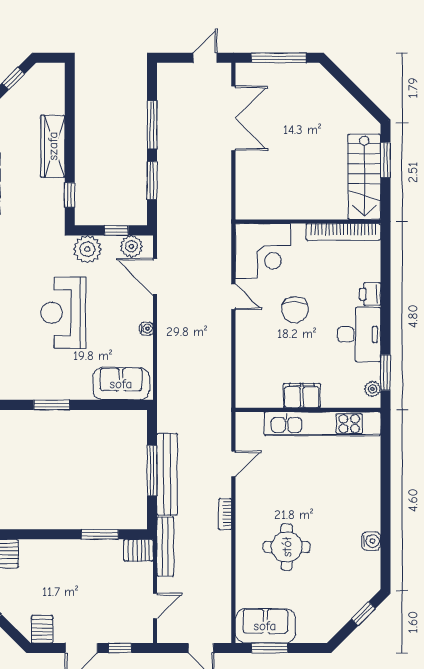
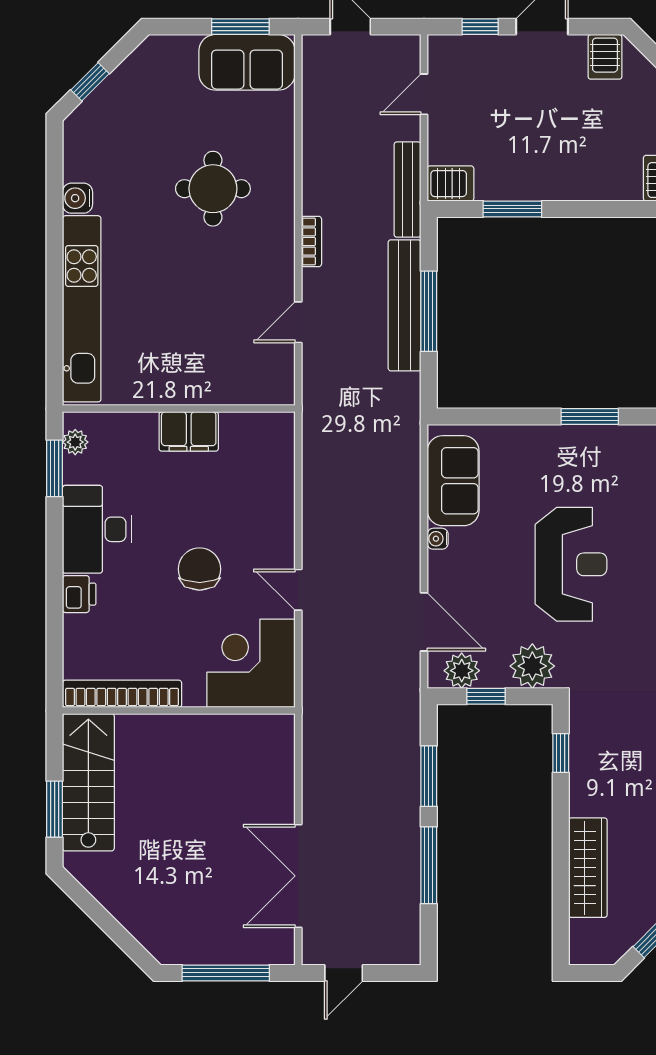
wardrobe: (53, 146) -> (588, 868), moved
sofa: (121, 384) -> (453, 481), moved, turned -90
kitchen unit: (322, 424) -> (82, 309), moved, turned 90

